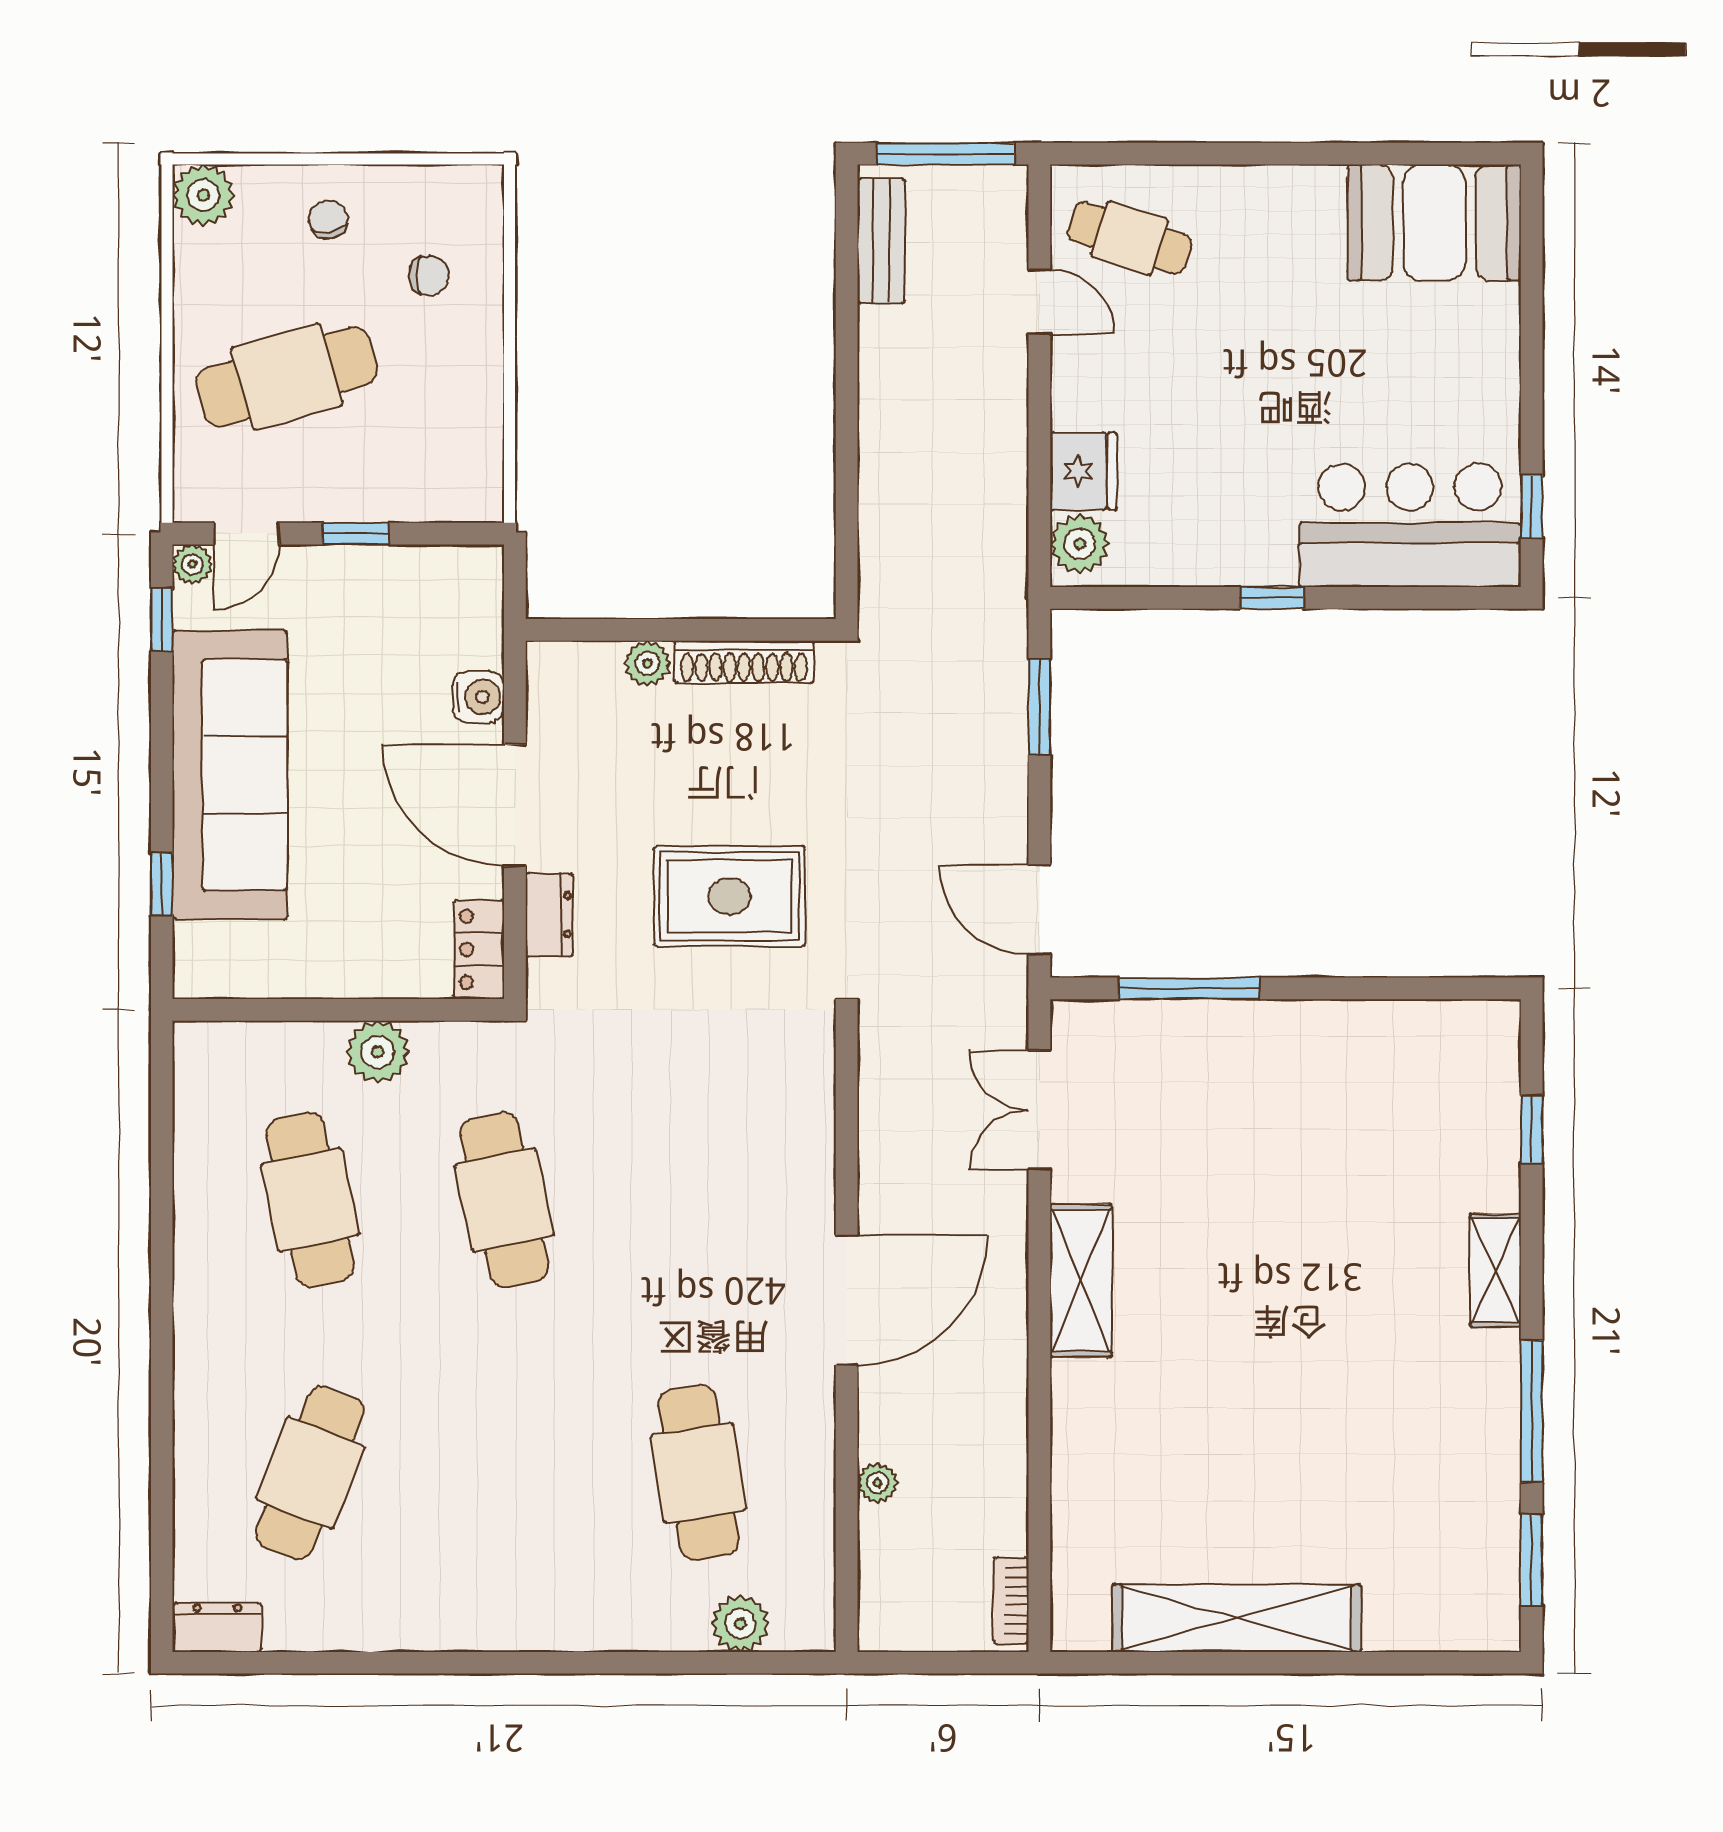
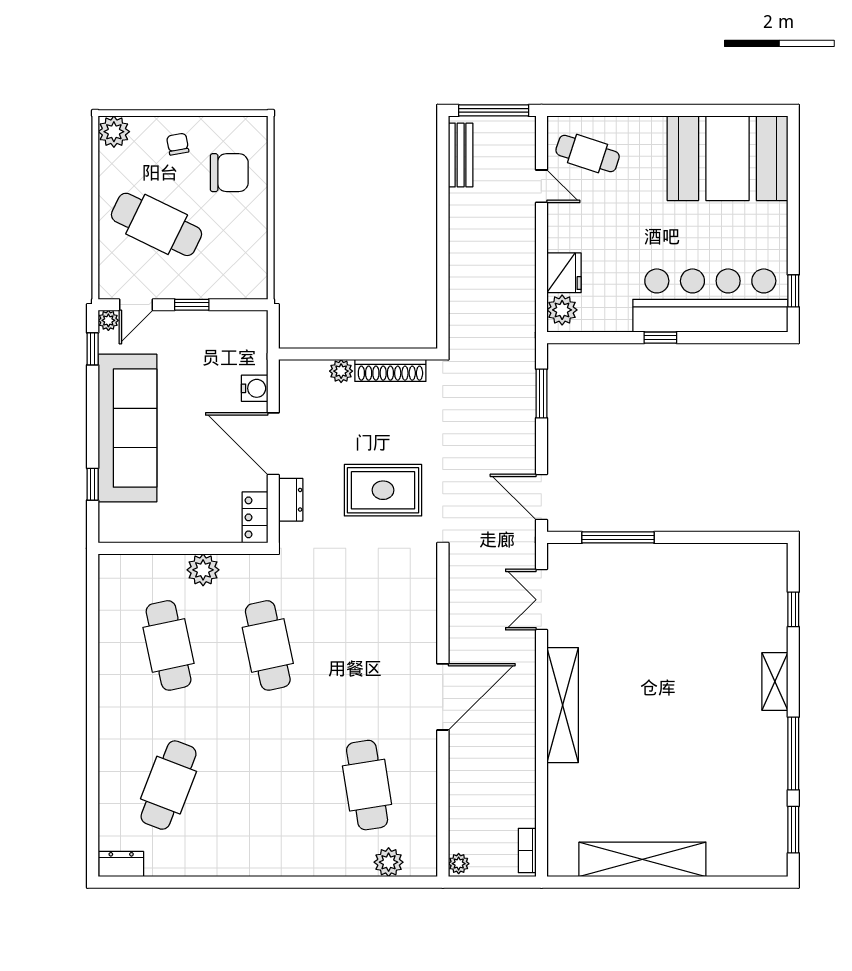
booth: (1434, 222) -> (727, 158), width x1.36, depth x1.42
chair: (429, 275) -> (229, 173), width x1.87, depth x1.87
cafe table: (287, 377) -> (157, 224), turned 42
bar counter: (1410, 525) -> (710, 301), width x1.36
shelving: (1081, 1280) -> (563, 705), width x1.47
plant: (878, 1483) -> (459, 864), moved

